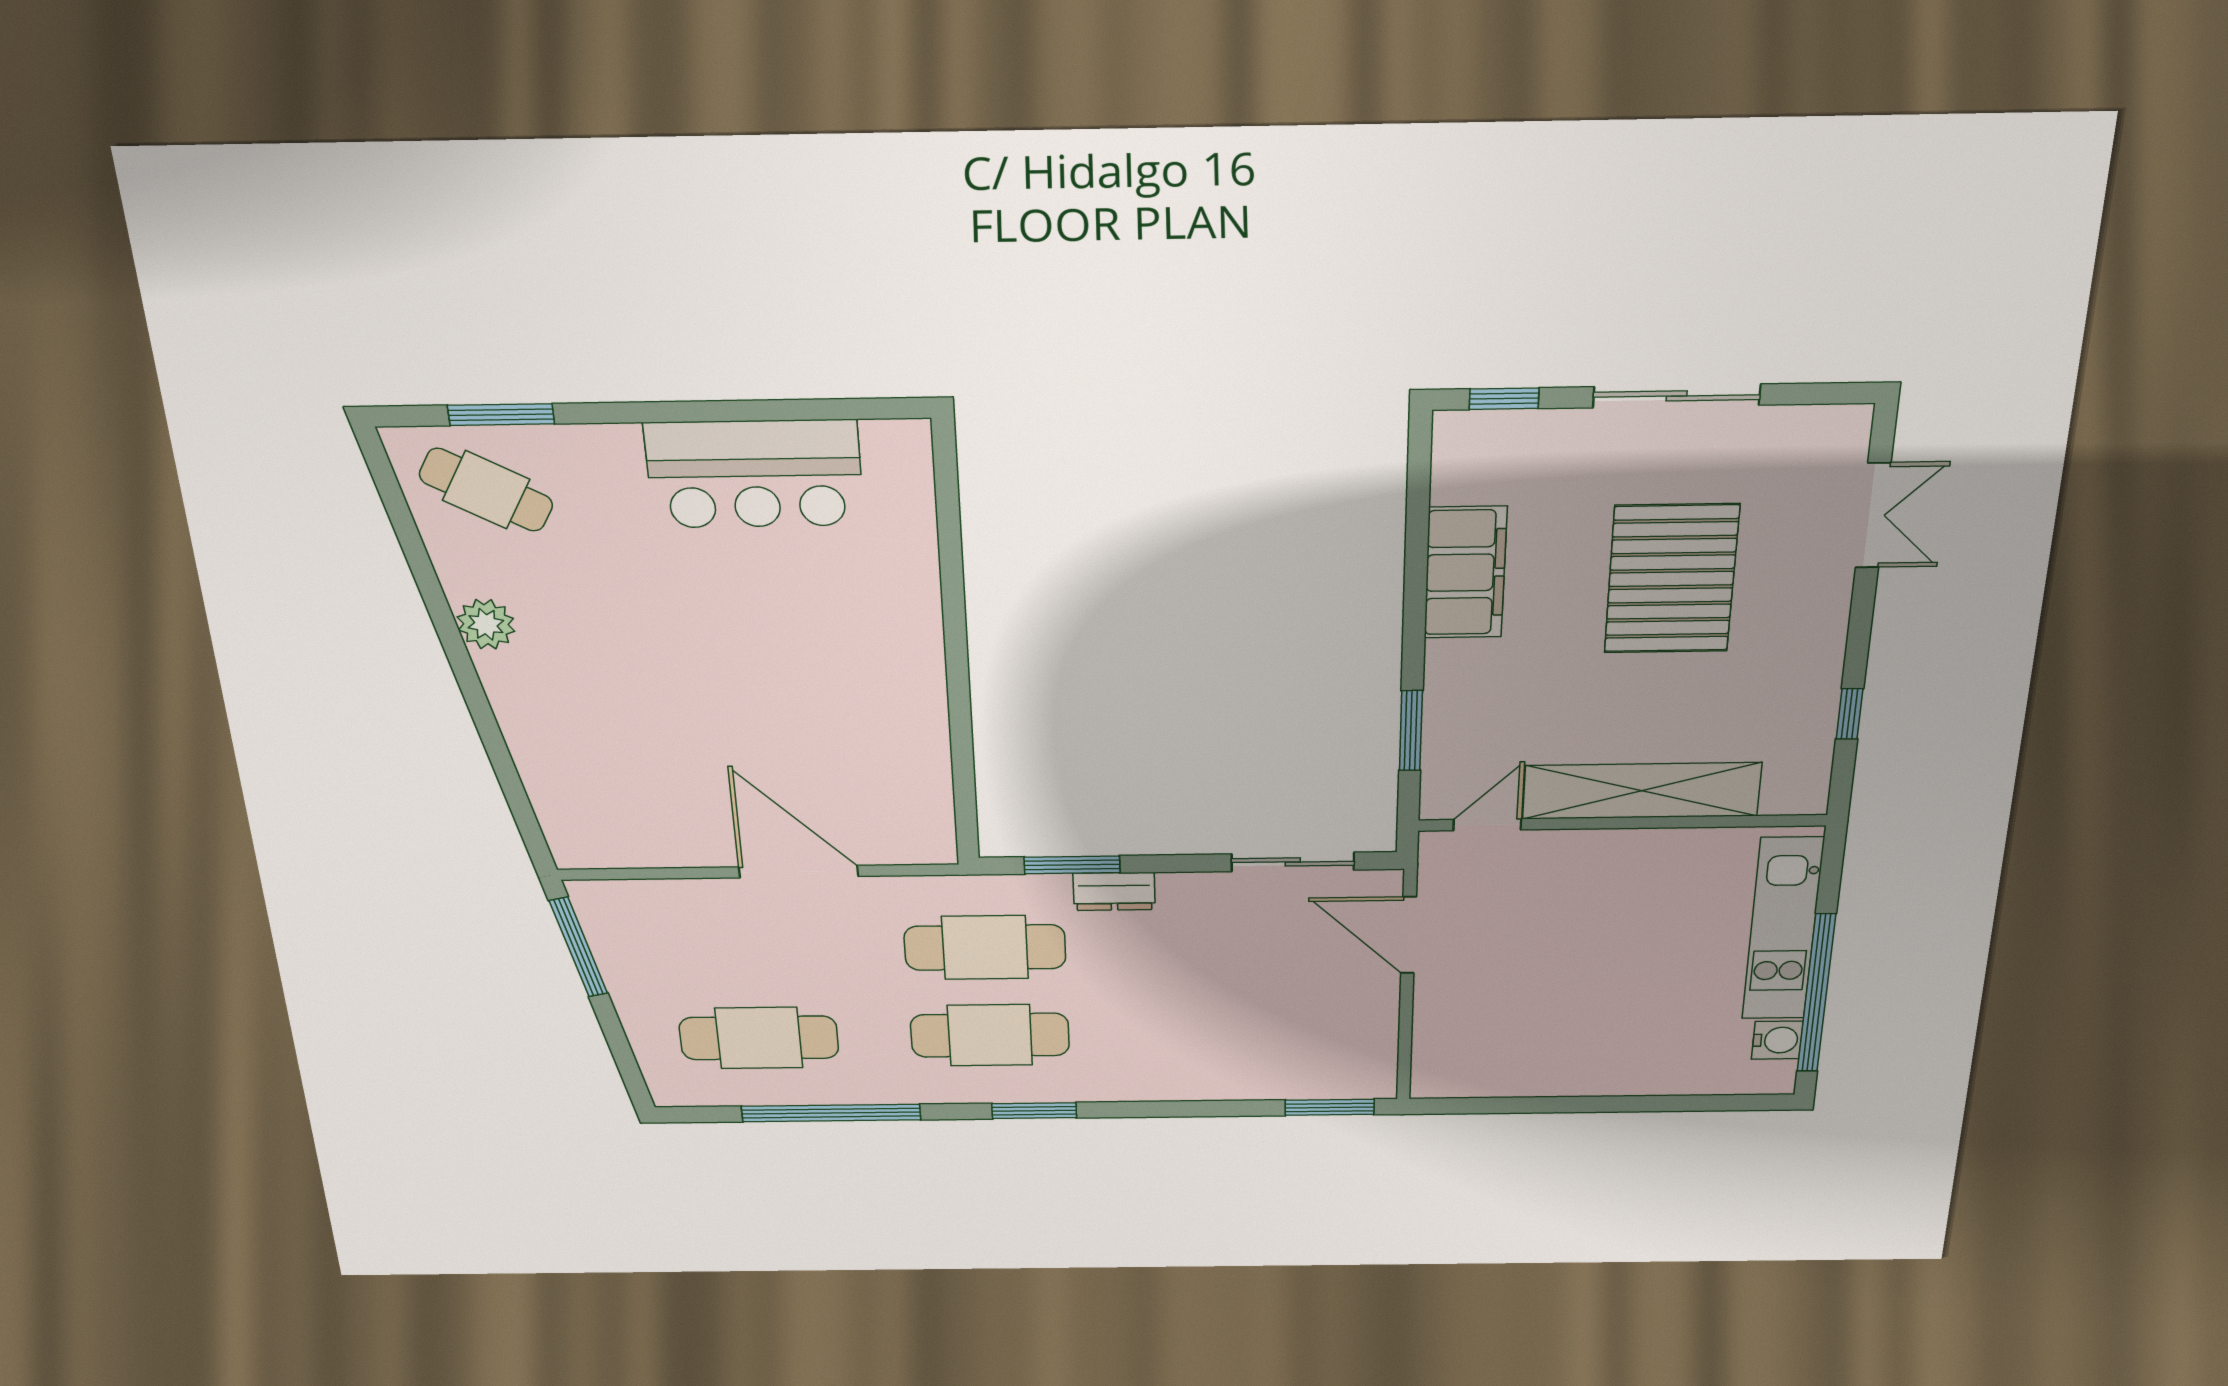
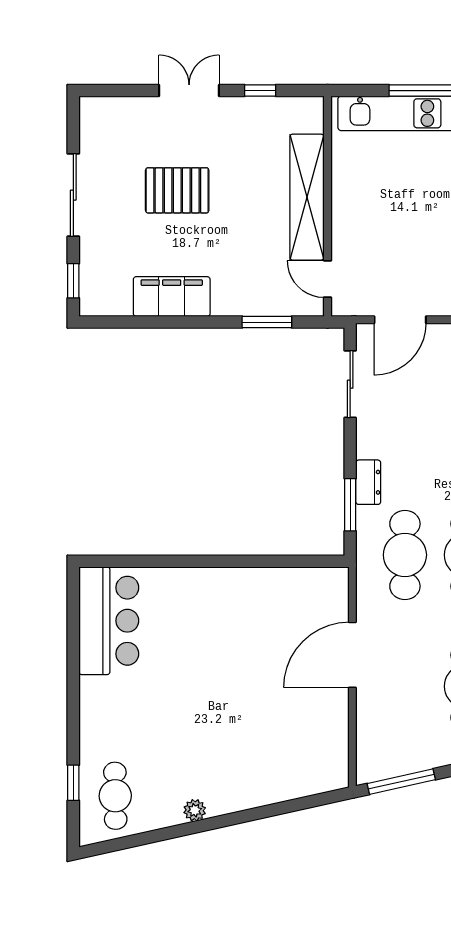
window: (501, 415) -> (73, 783), width x0.67
bar counter: (755, 474) -> (109, 621), moved
cafe table: (486, 490) -> (115, 796), turned -30
double door: (1873, 515) -> (189, 91), moved
pallet: (1671, 579) -> (177, 190), width x0.73, depth x0.71
plant: (486, 624) -> (195, 810), width x0.73, depth x0.73

